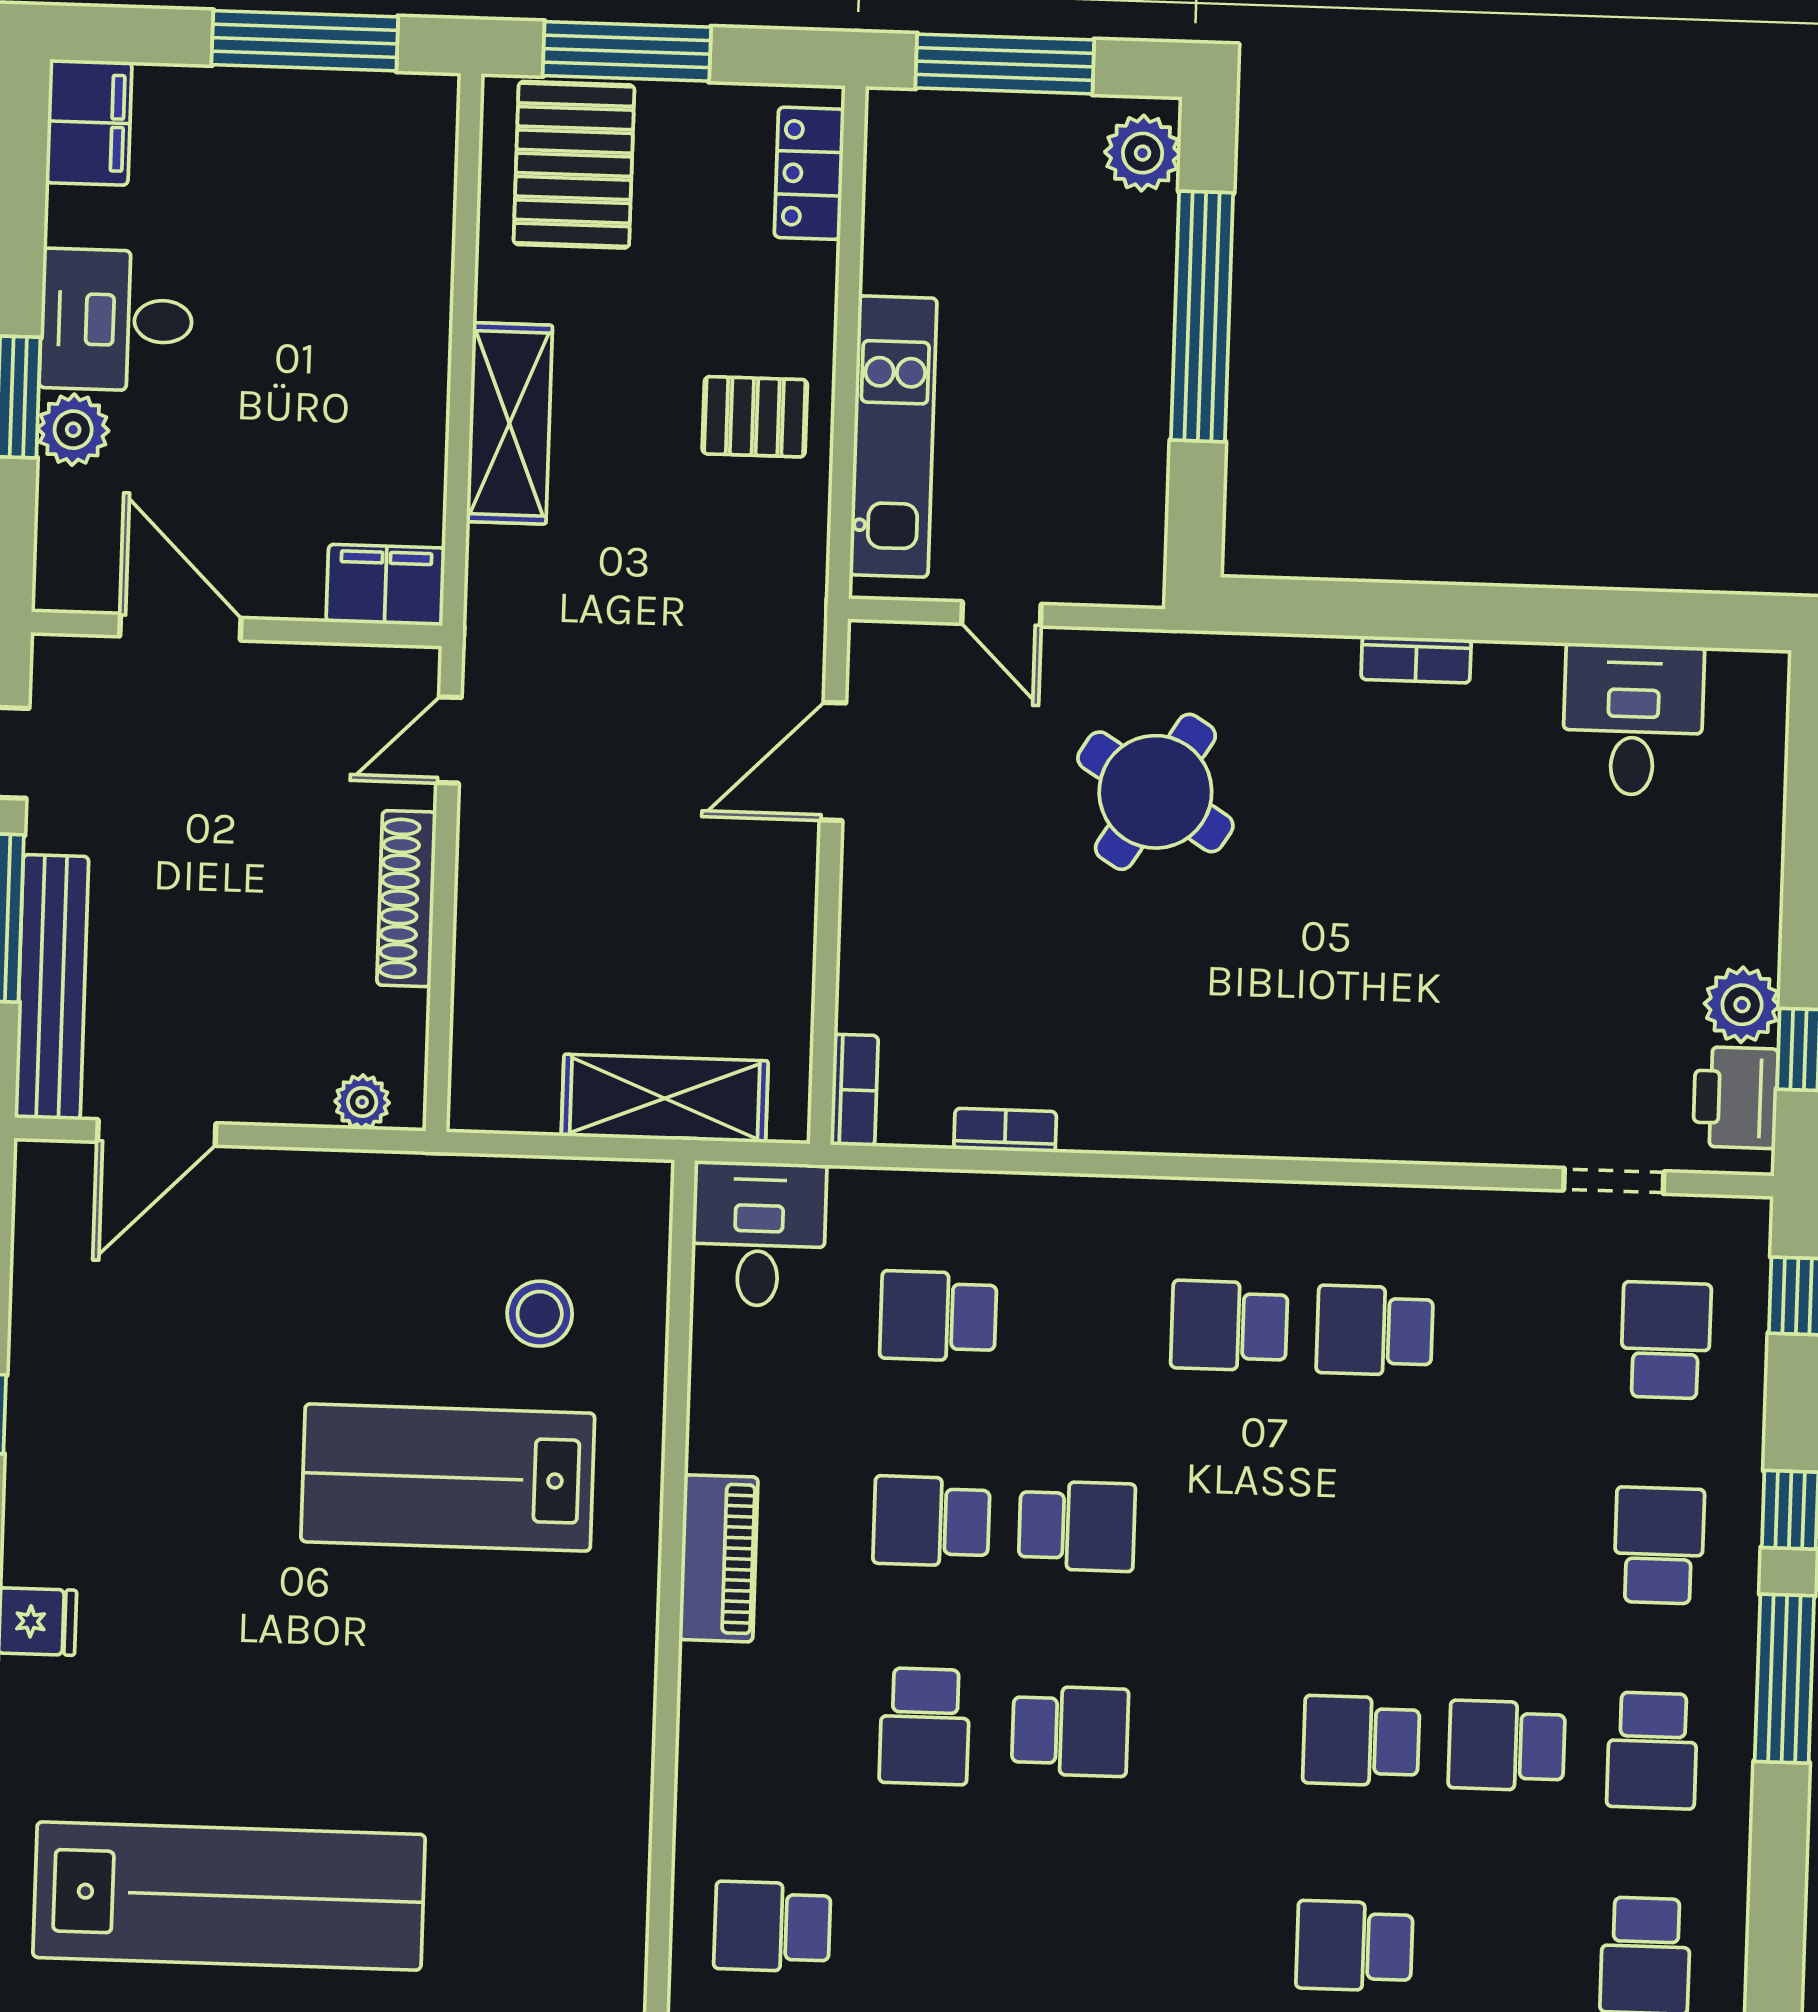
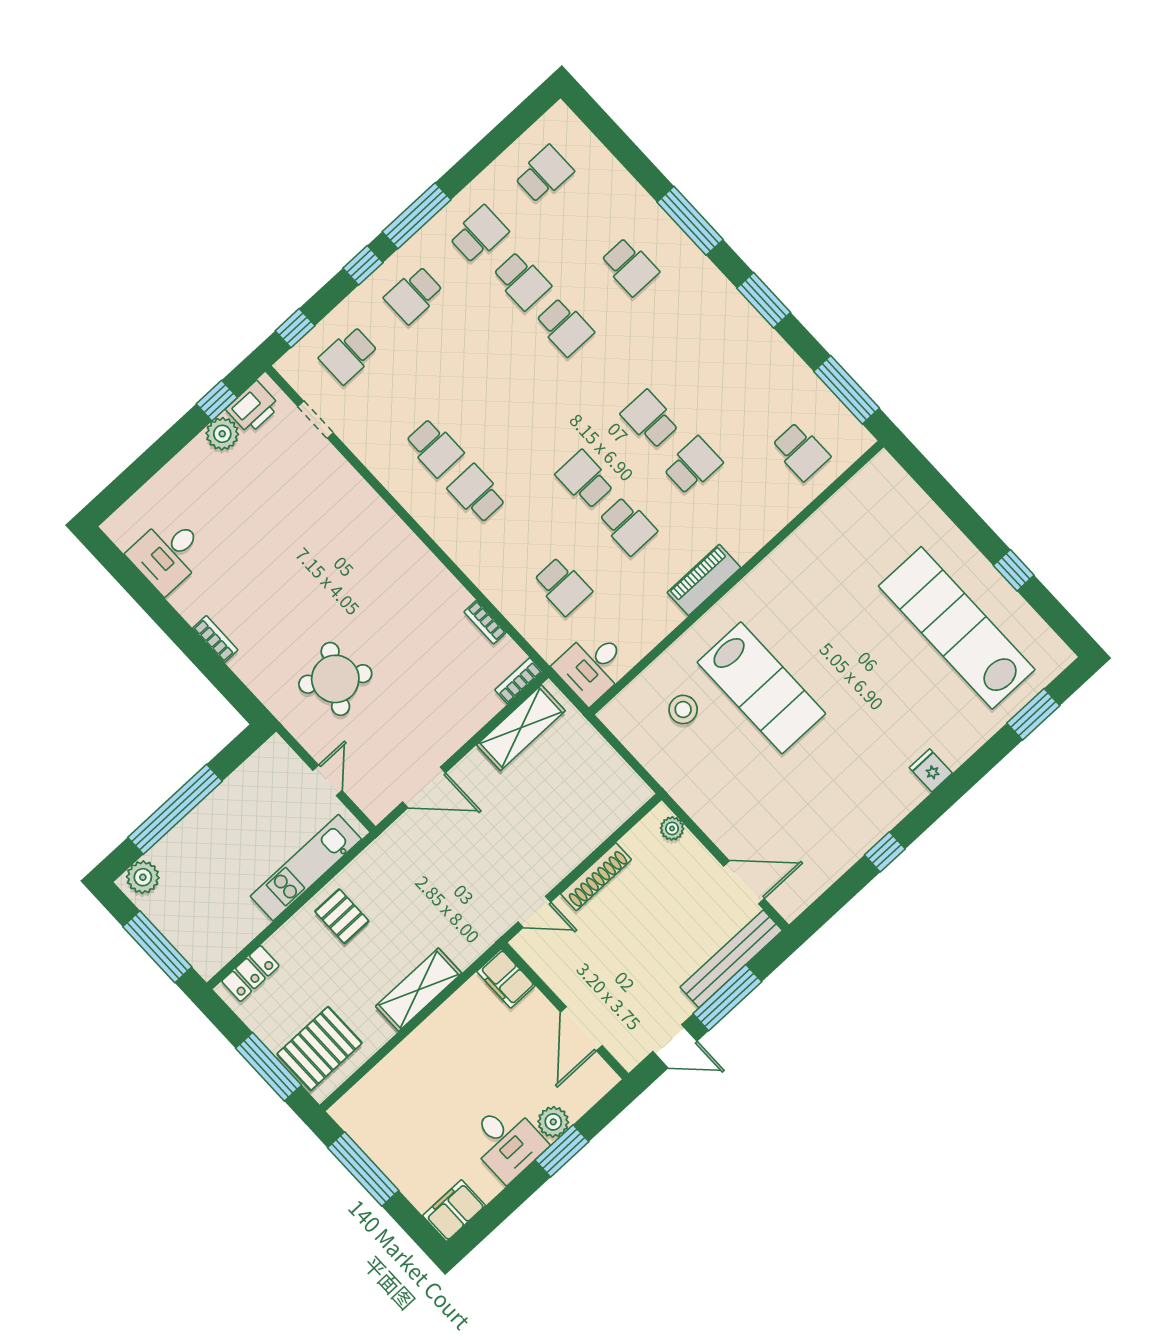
shelving: (665, 1098) -> (521, 728), moved, turned 90
school desk: (1229, 1326) -> (477, 494), turned 180

